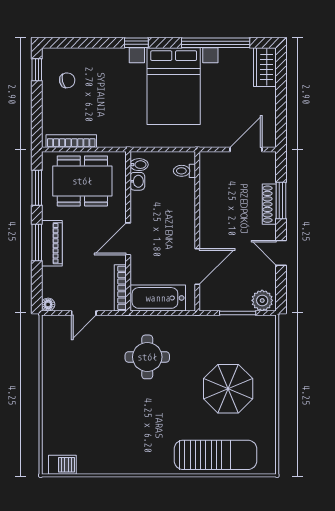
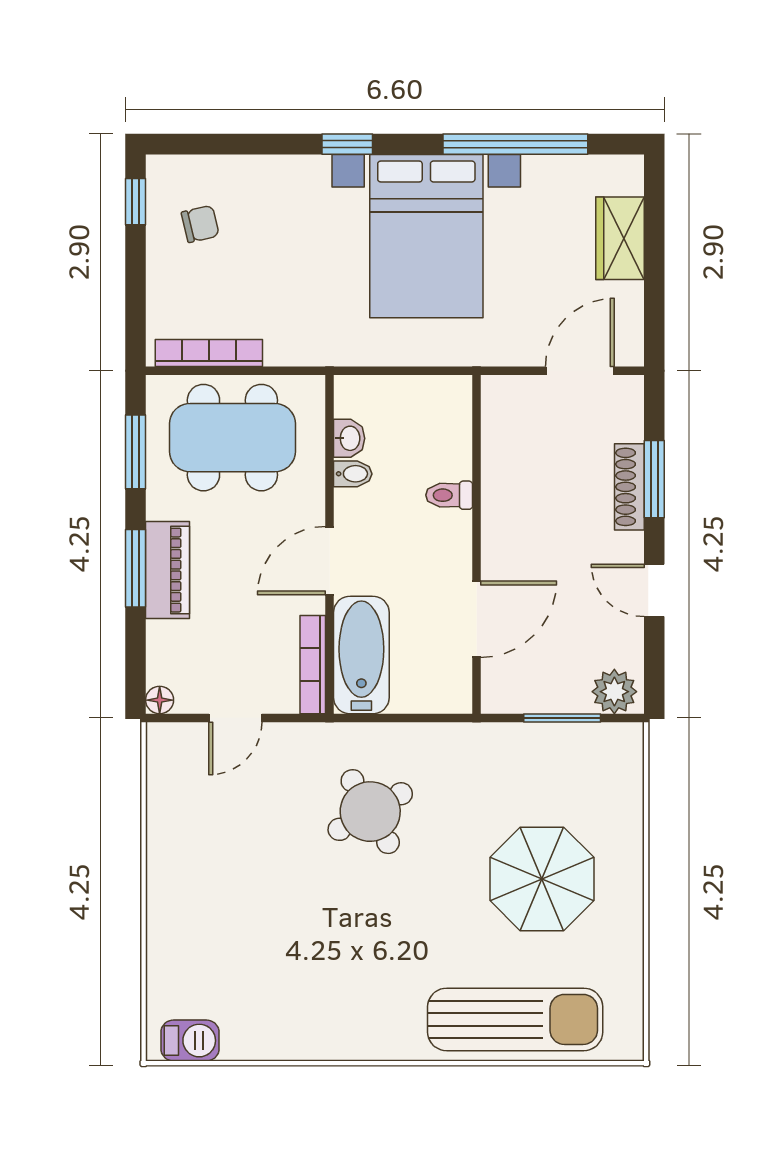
wardrobe: (265, 67) -> (620, 238), moved
bidet: (139, 165) -> (353, 474), moved
toilet: (184, 171) -> (449, 495), moved
bathtub: (158, 298) -> (361, 655), moved, turned 90
round table: (147, 357) -> (370, 812), turned -30

